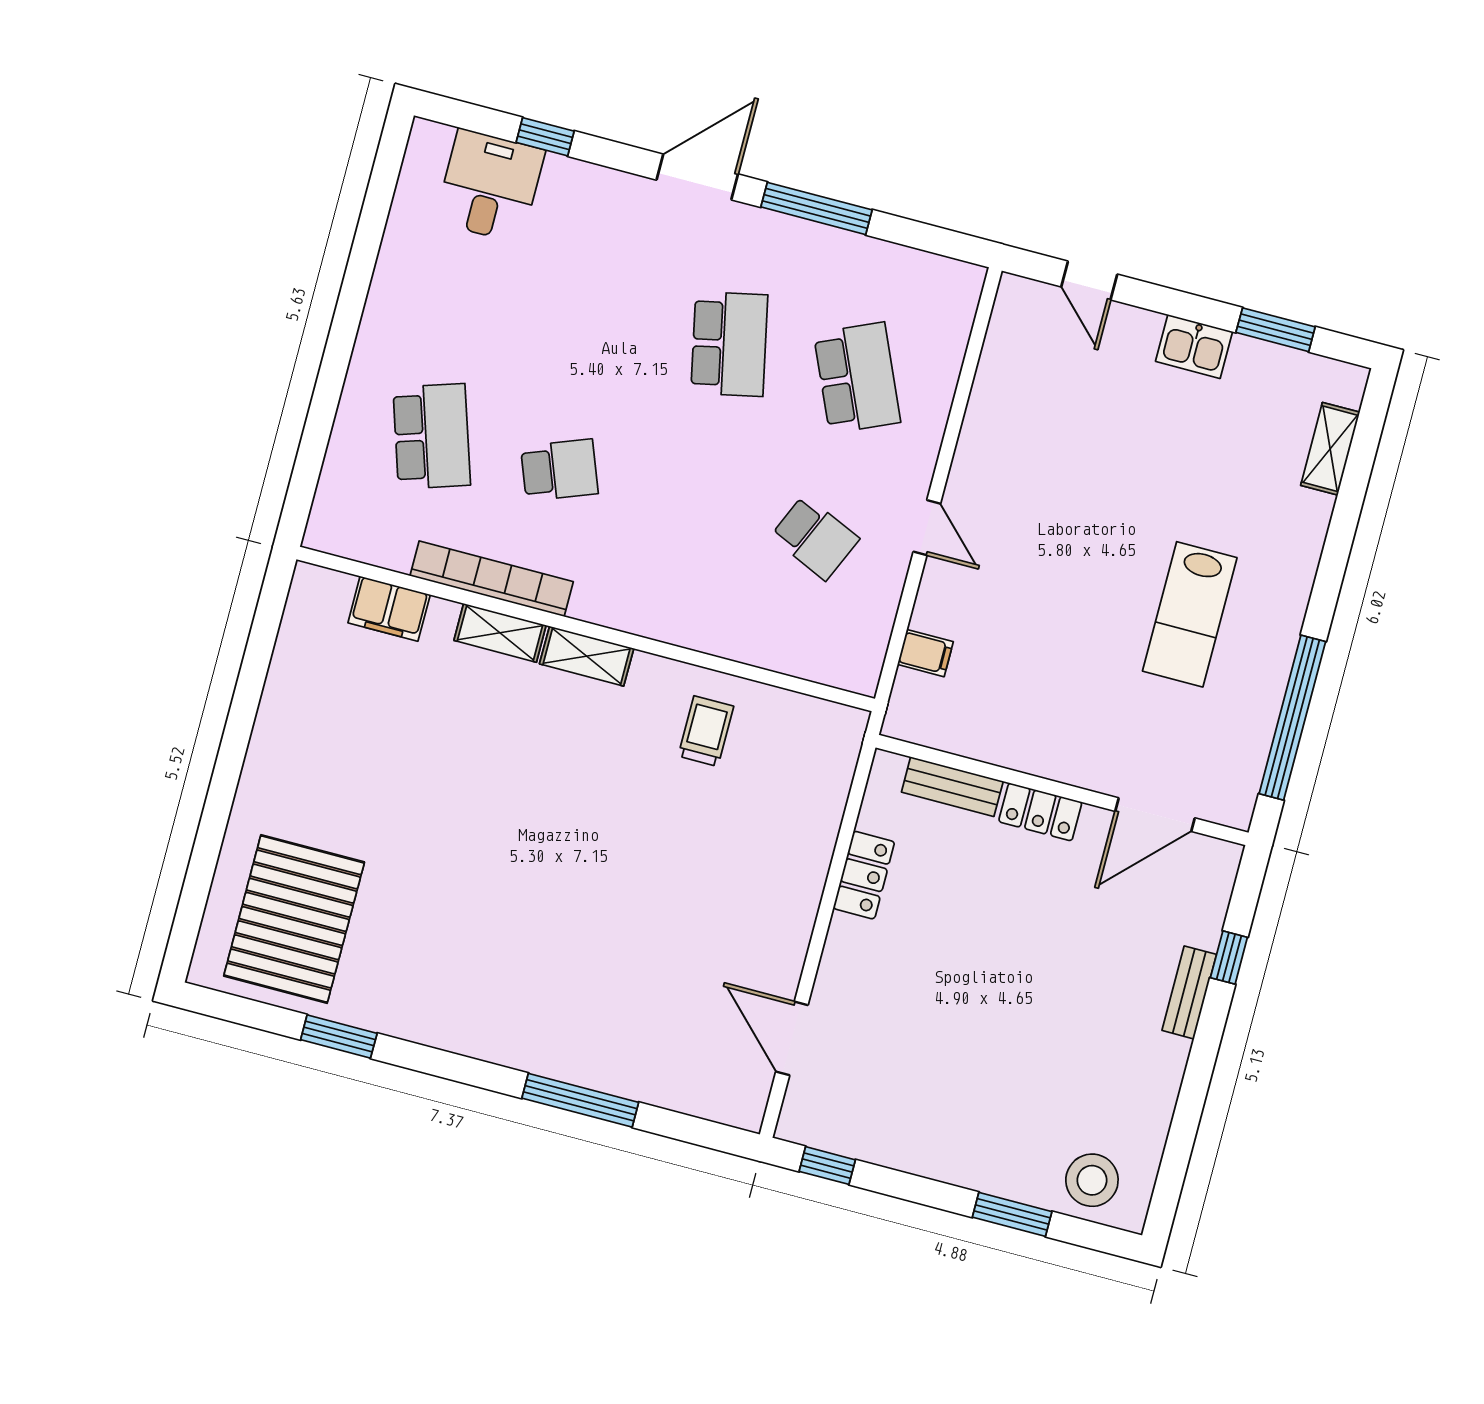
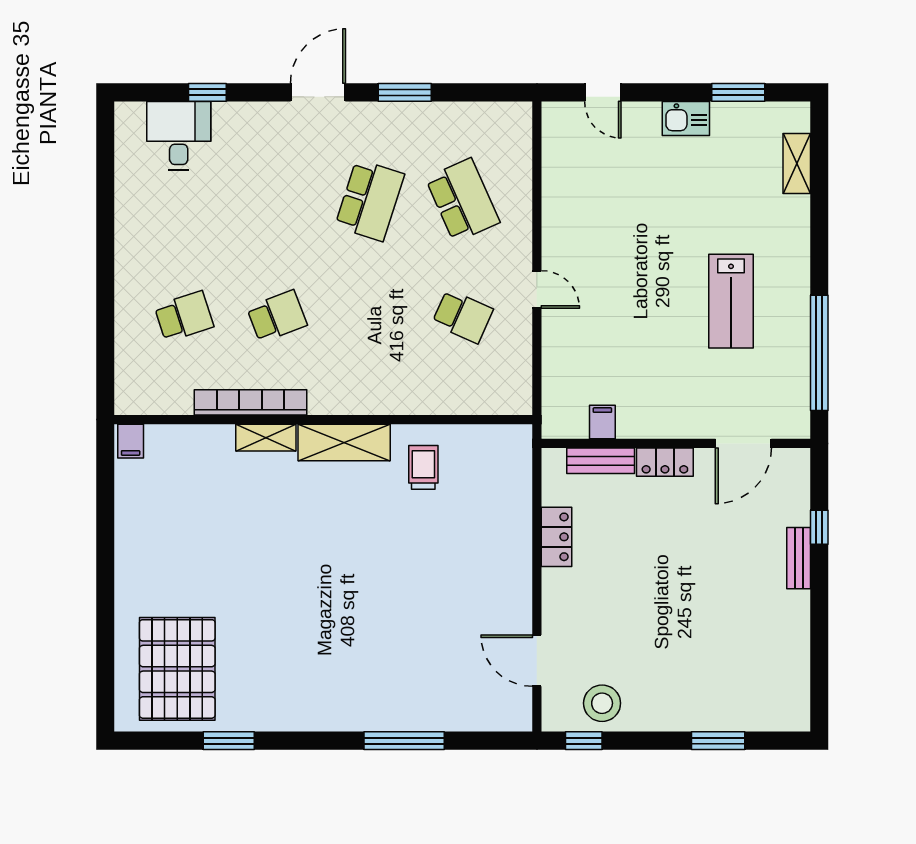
window: (817, 208) -> (405, 92), width x0.69
school desk: (729, 344) -> (370, 200), turned 30
school desk: (432, 436) -> (184, 316), width x0.54
filing cabinet: (389, 609) -> (131, 441), moved, width x0.50
filing cabinet: (925, 653) -> (602, 422), moved, turned -90
shelving: (587, 656) -> (344, 442), width x1.50, depth x1.33
stool: (1092, 1180) -> (602, 703), moved

